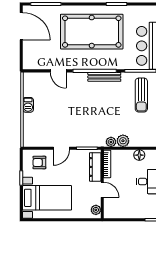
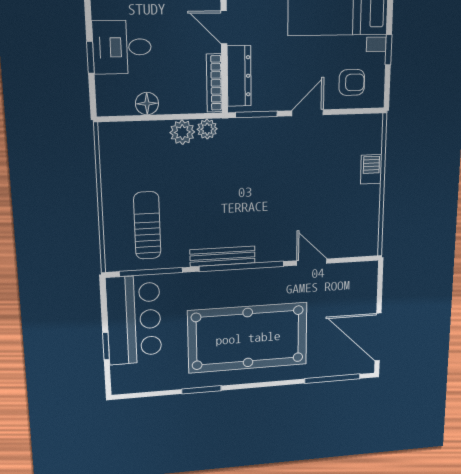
barbecue: (28, 105) -> (371, 169), moved

